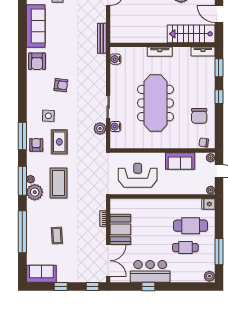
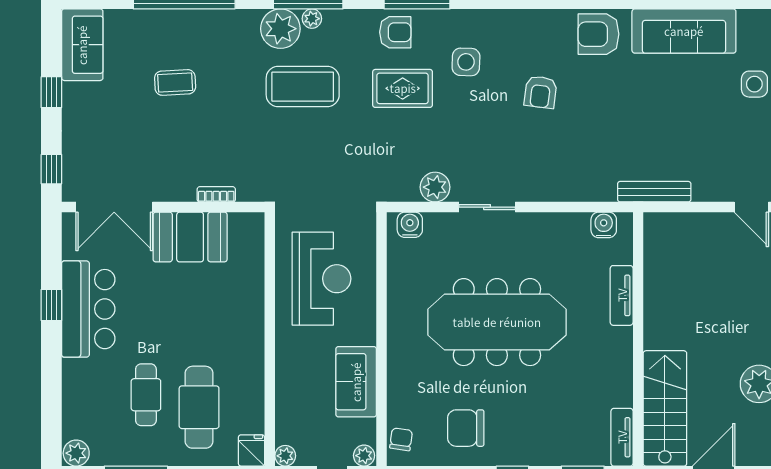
tv unit: (160, 52) -> (622, 295), moved
water cooler: (115, 127) -> (410, 225), moved

